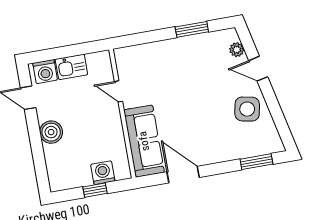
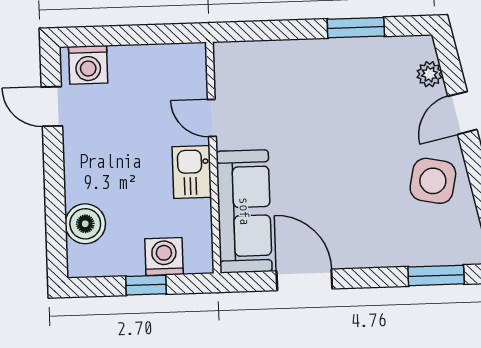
kitchen sink: (71, 67) -> (192, 172), moved, turned 90
door: (258, 69) -> (462, 113), hinge flipped
boiler: (51, 132) -> (85, 224), moved

